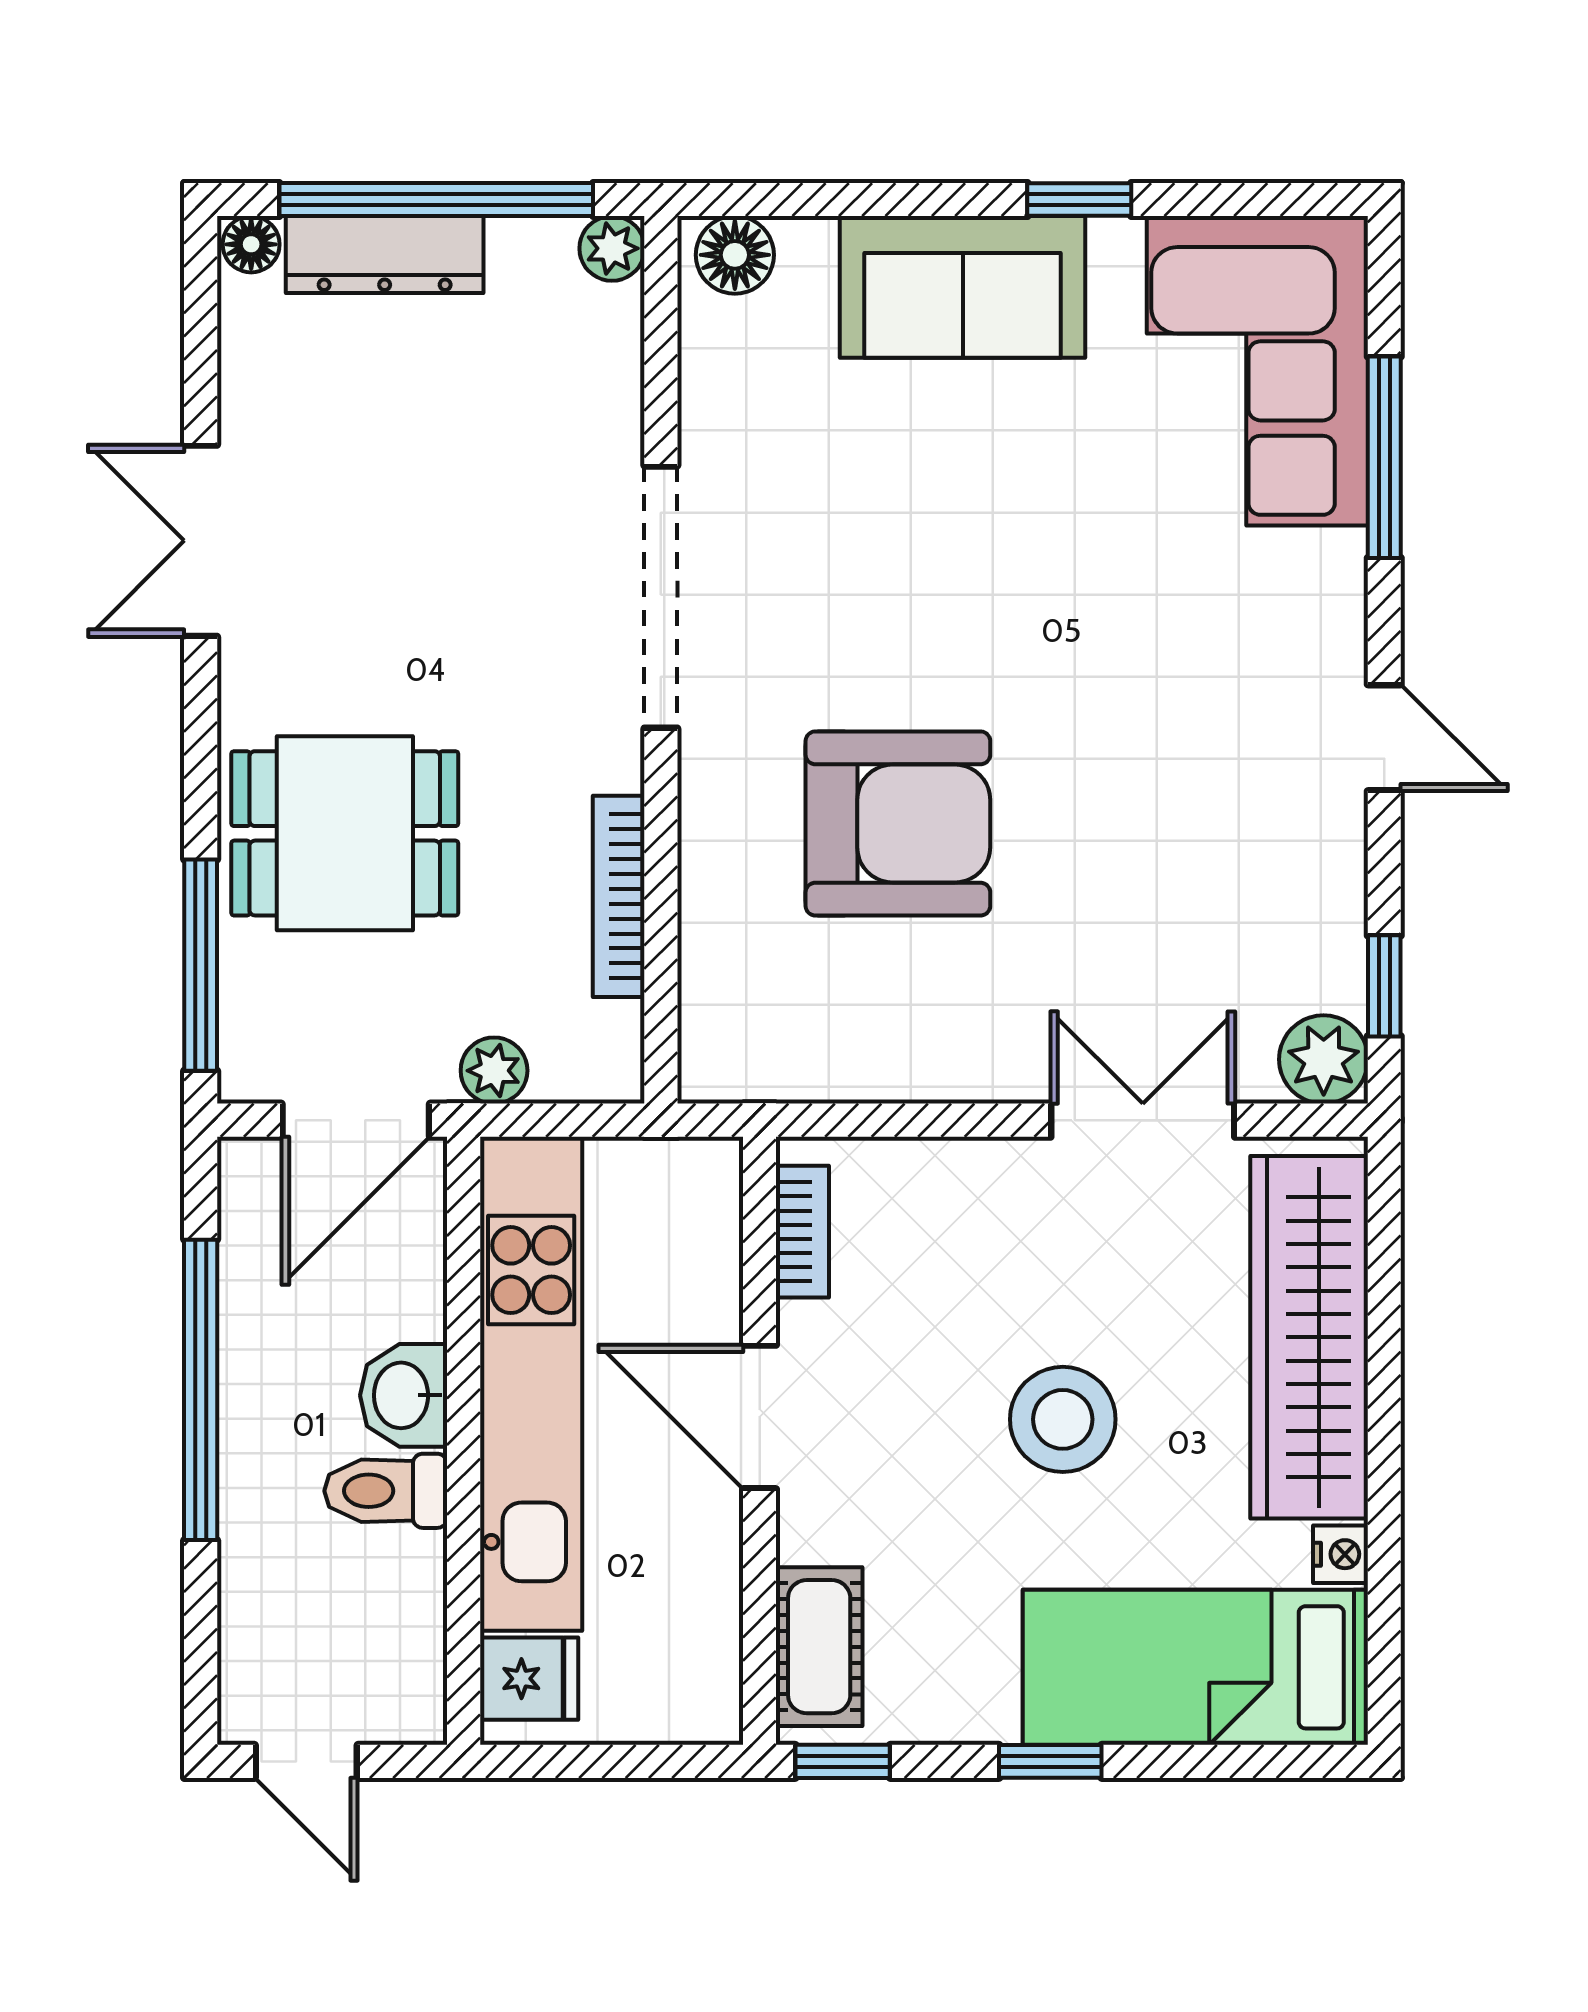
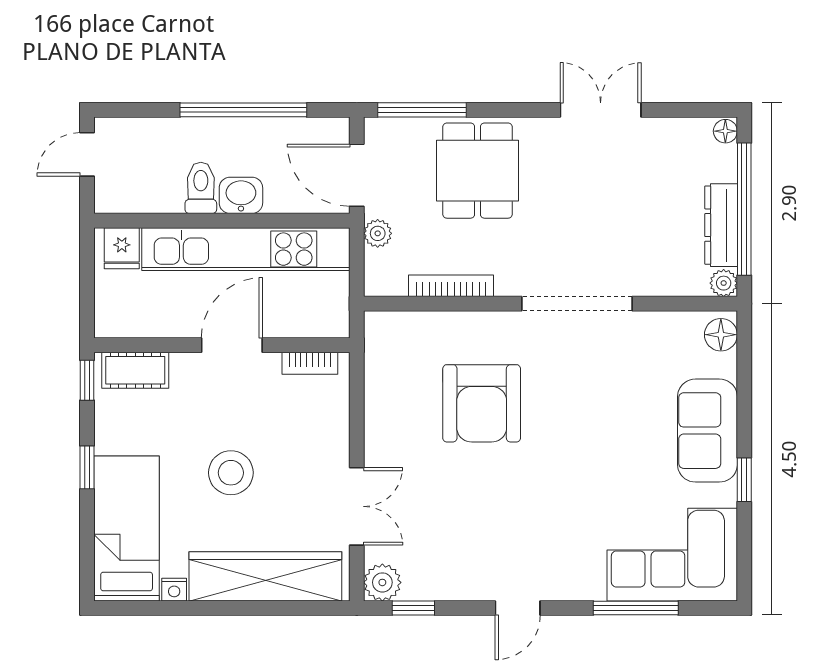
dresser: (385, 255) -> (721, 225), moved

